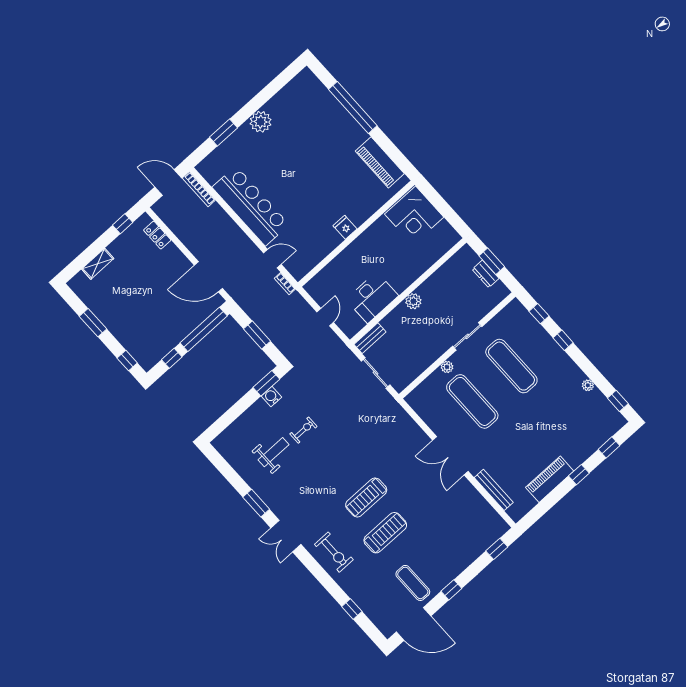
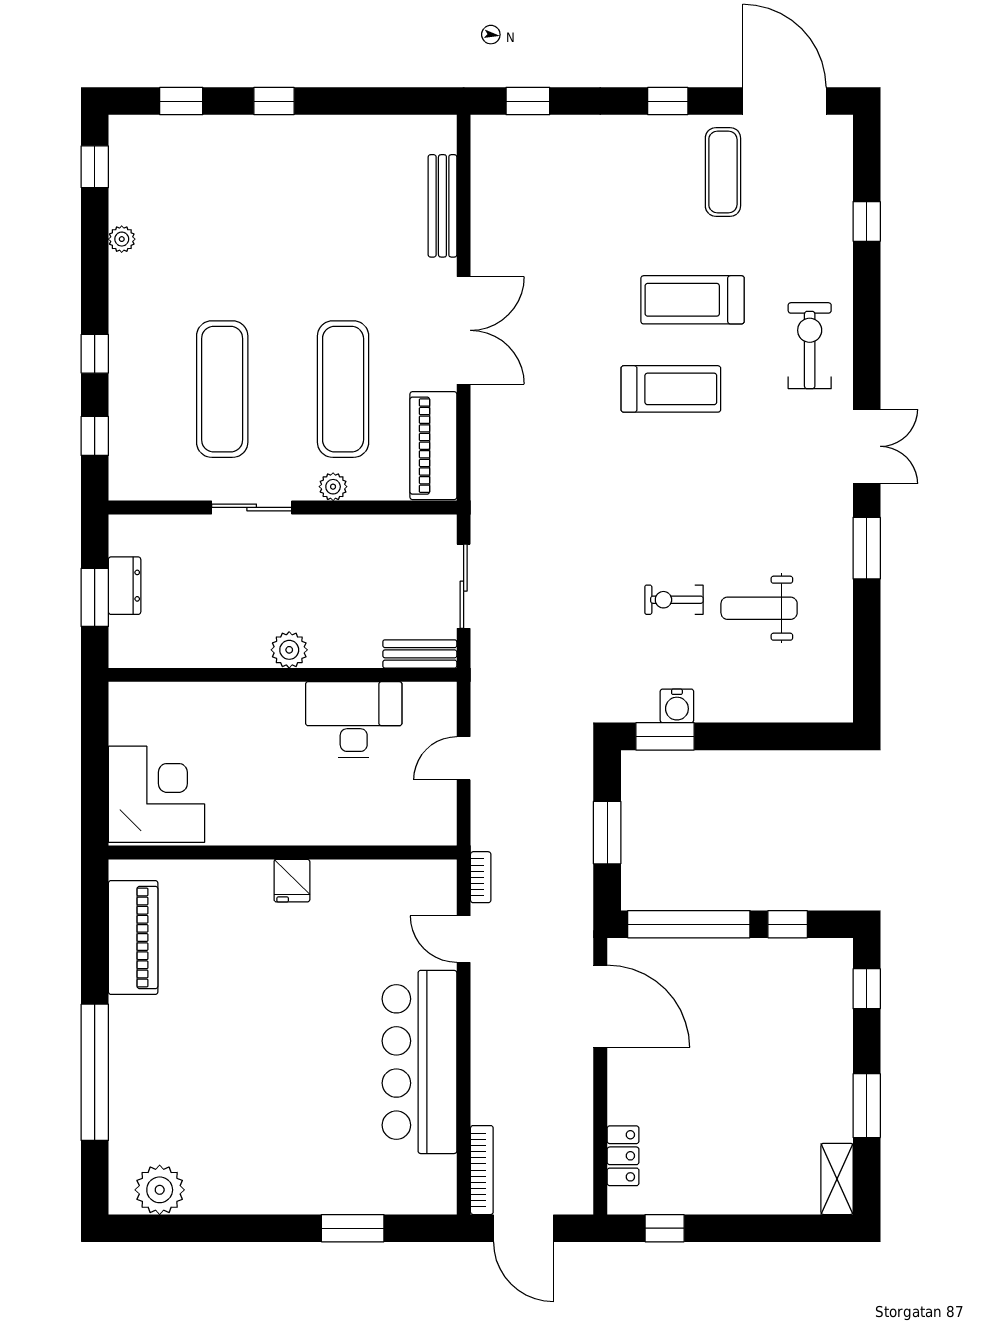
plant: (261, 122) -> (160, 1190), moved
shelving: (98, 264) -> (837, 1179), moved, turned 90
piano: (550, 479) -> (433, 446), moved, turned 90

